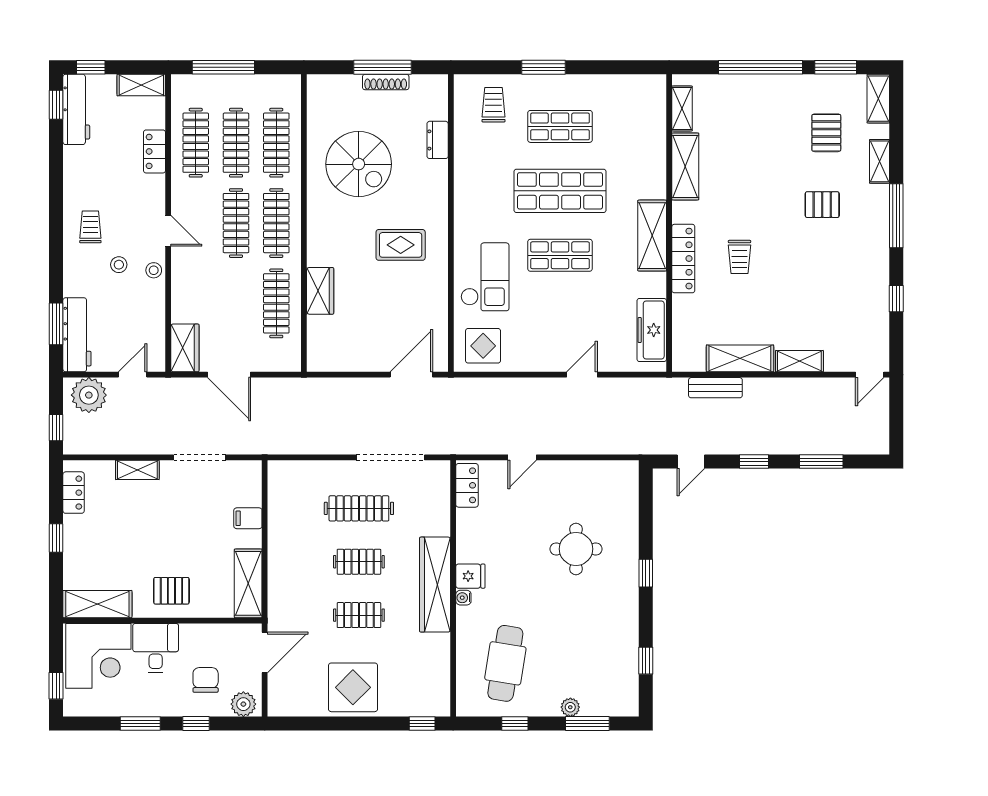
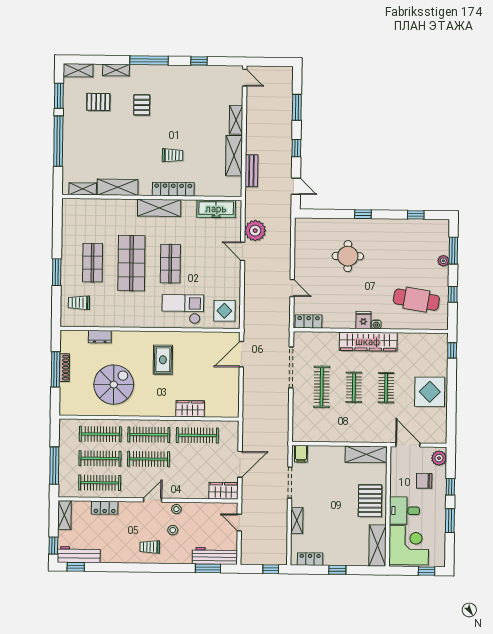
door: (411, 375) -> (241, 354), hinge flipped
plant: (89, 395) -> (255, 231), moved
filing cabinet: (248, 518) -> (301, 454), moved
pallet: (171, 591) -> (370, 501), width x1.50, depth x1.42

